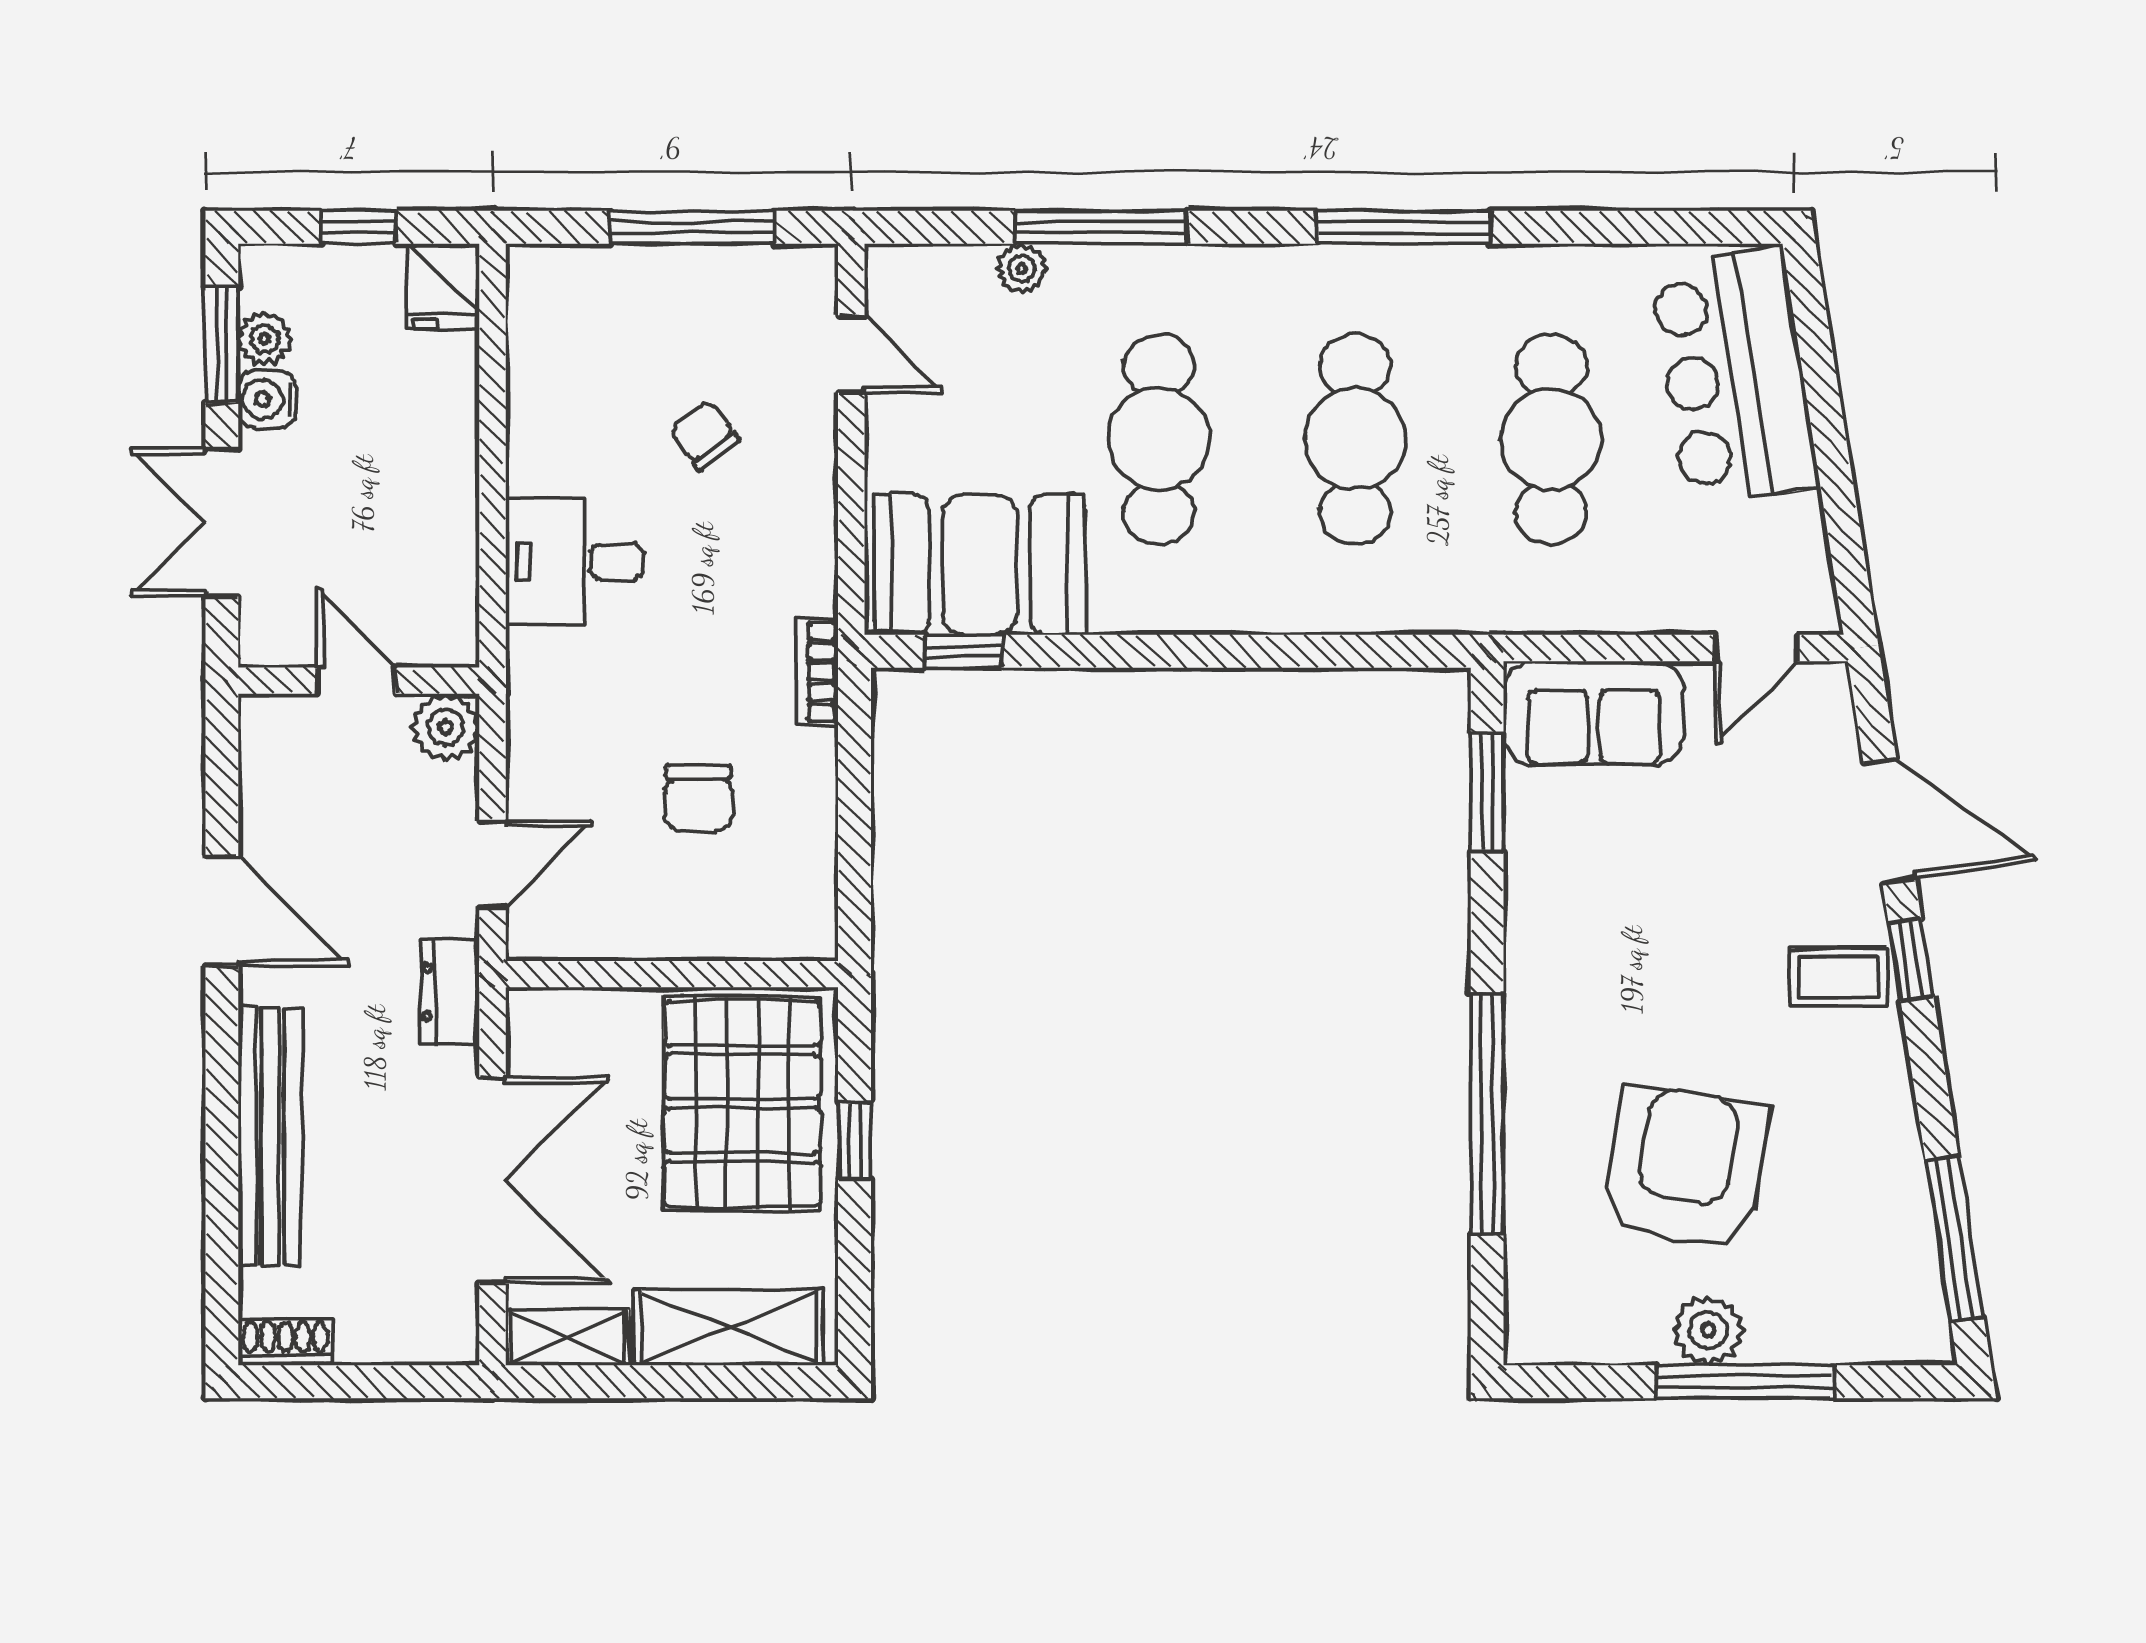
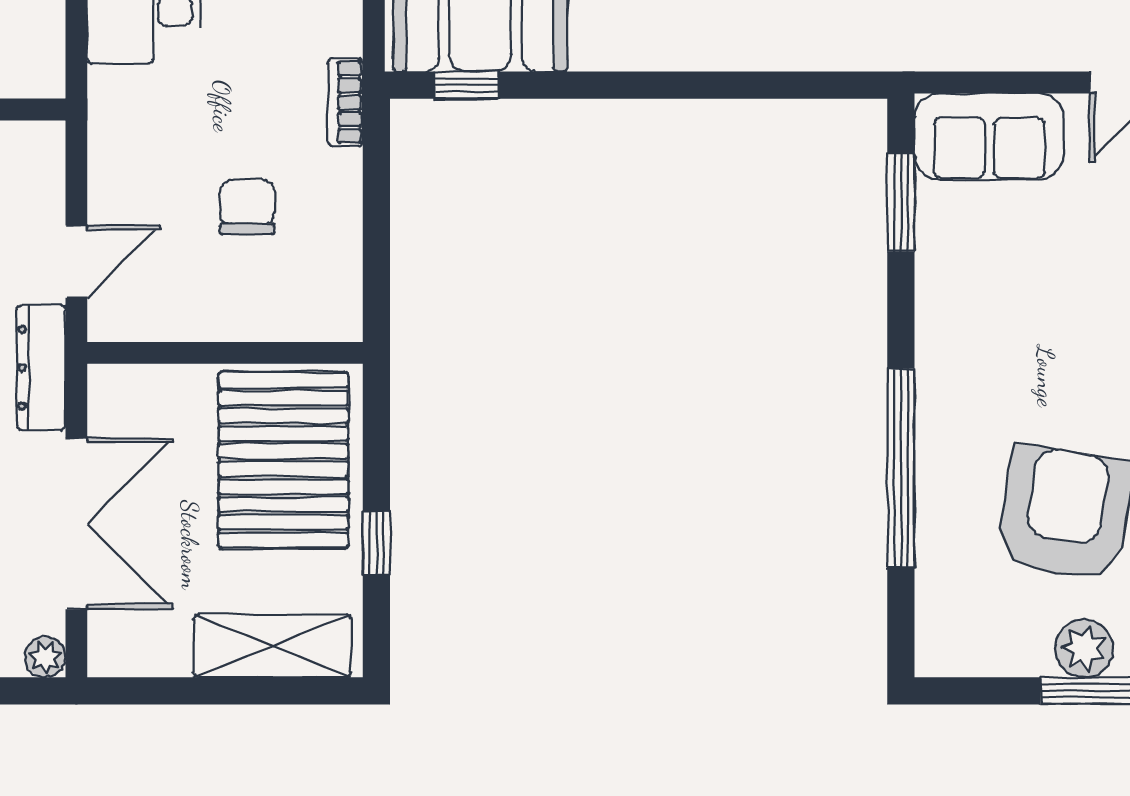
plant: (446, 727) -> (45, 657), moved, width x0.73, depth x0.73
chair: (699, 798) -> (247, 207), turned 180
dresser: (450, 992) -> (41, 368), width x1.44
window: (854, 1140) -> (376, 543), moved
shelving: (567, 1338) -> (138, 654), removed

